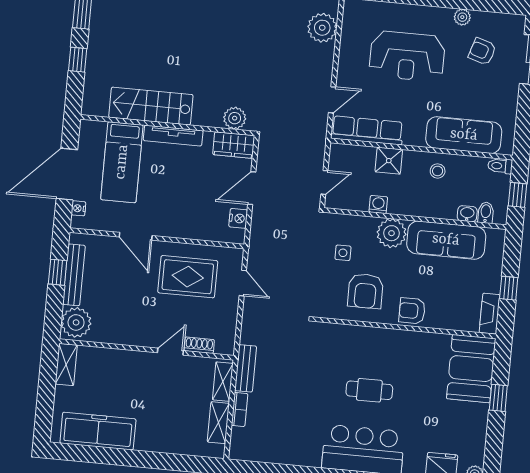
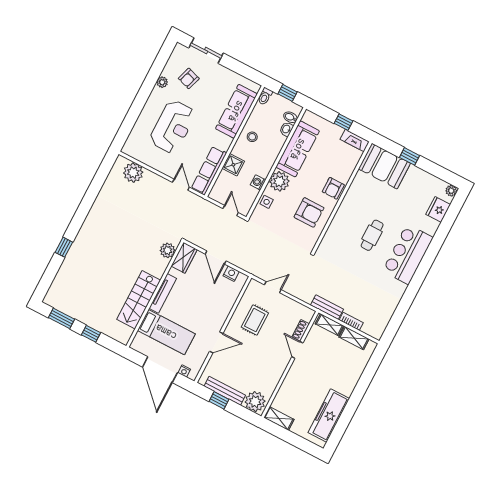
side table: (343, 253) -> (267, 202), moved
rug: (188, 277) -> (255, 320), width x0.73, depth x0.70

